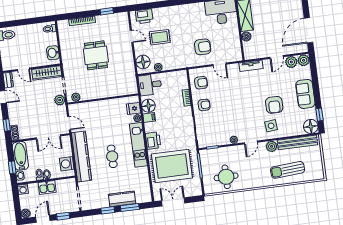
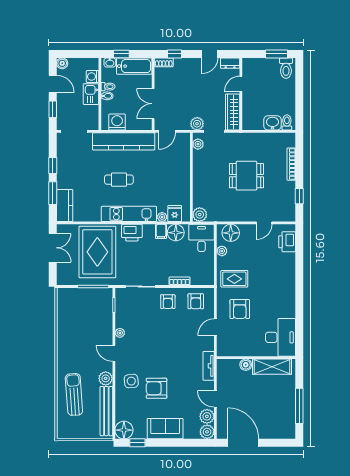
rug: (160, 37) -> (234, 279), moved, turned 90
washbasin: (53, 53) -> (272, 123), moved
plant: (132, 89) -> (200, 215), added
round table: (226, 177) -> (75, 317), removed
washing machine: (23, 189) -> (92, 77), moved
kitchen counter: (122, 199) -> (65, 206), moved

